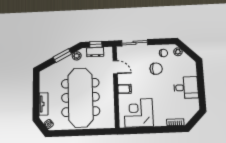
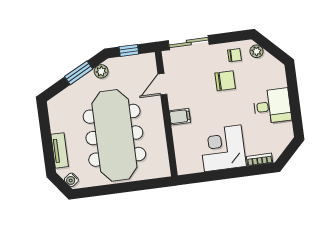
dresser: (95, 52) -> (129, 63), removed
door: (115, 67) -> (162, 84), swing flipped
corner desk: (139, 113) -> (223, 148), moved

